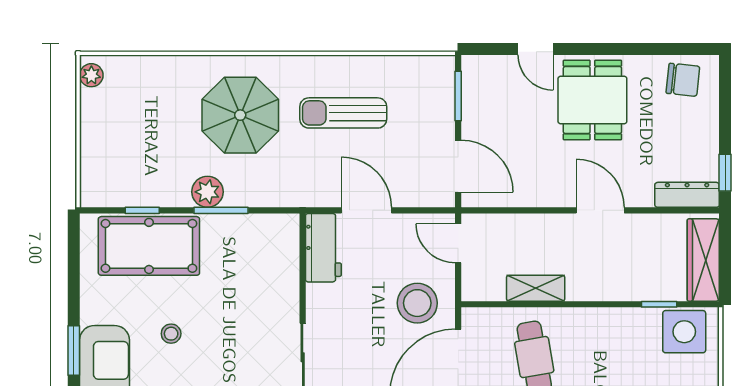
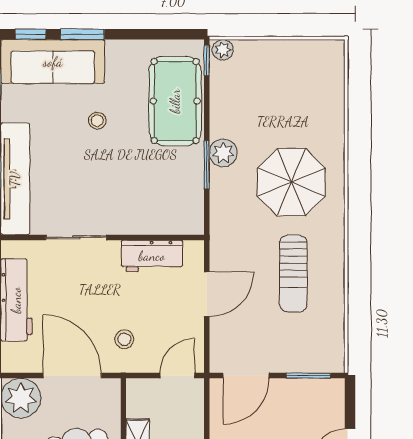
plant: (91, 75) -> (223, 50), moved
sun lounger: (343, 113) -> (293, 274), turned 180
window: (142, 210) -> (207, 60), moved
workbench: (323, 248) -> (152, 256), moved
stool: (417, 303) -> (124, 339), width x0.53, depth x0.53

